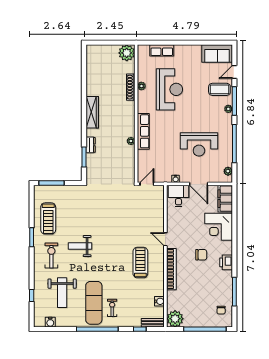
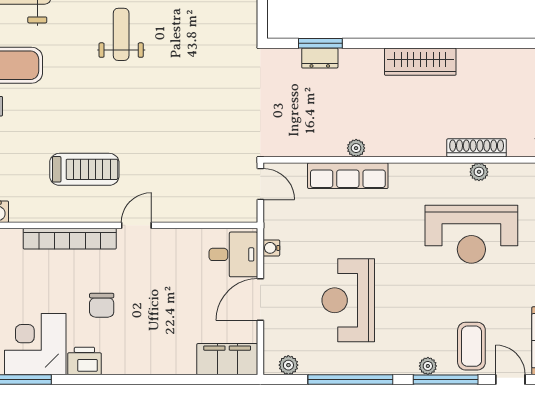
row of seats: (143, 131) -> (348, 176), moved
dresser: (91, 145) -> (320, 58), moved
corner desk: (219, 227) -> (35, 344), moved

